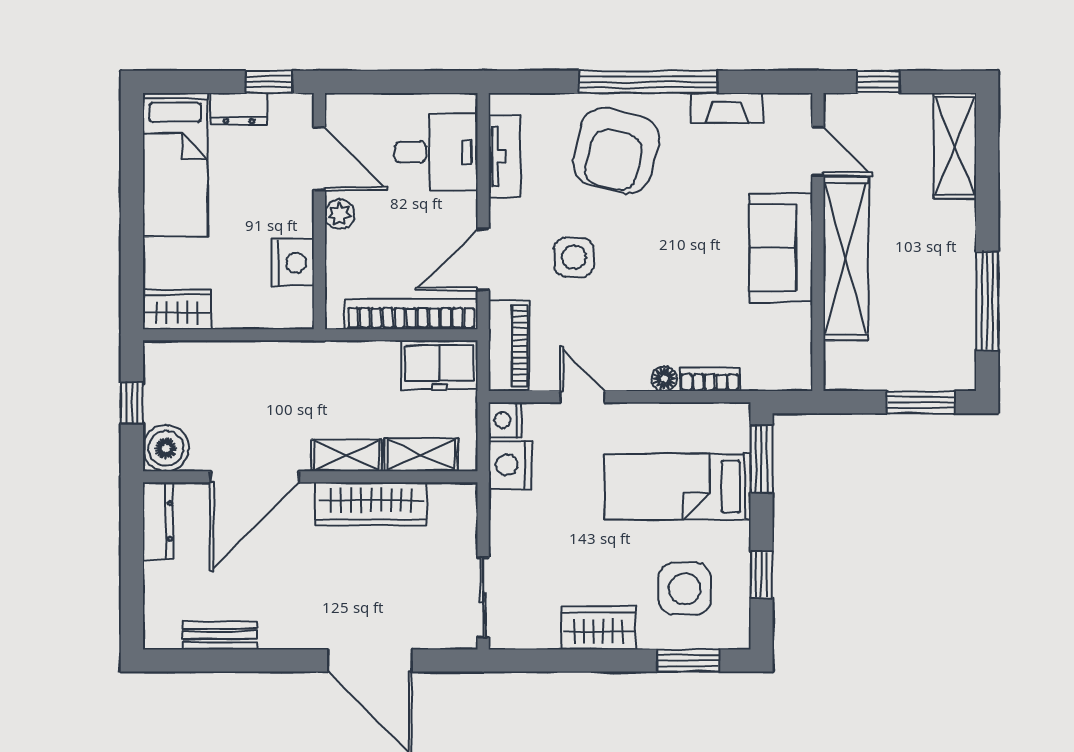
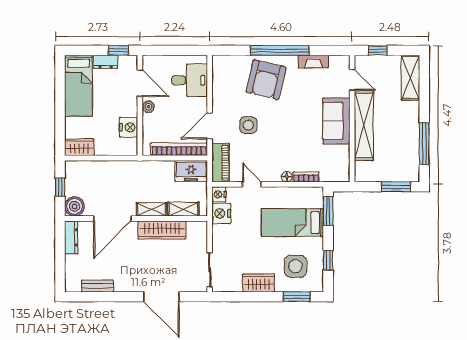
tv unit: (504, 156) -> (219, 82), removed

